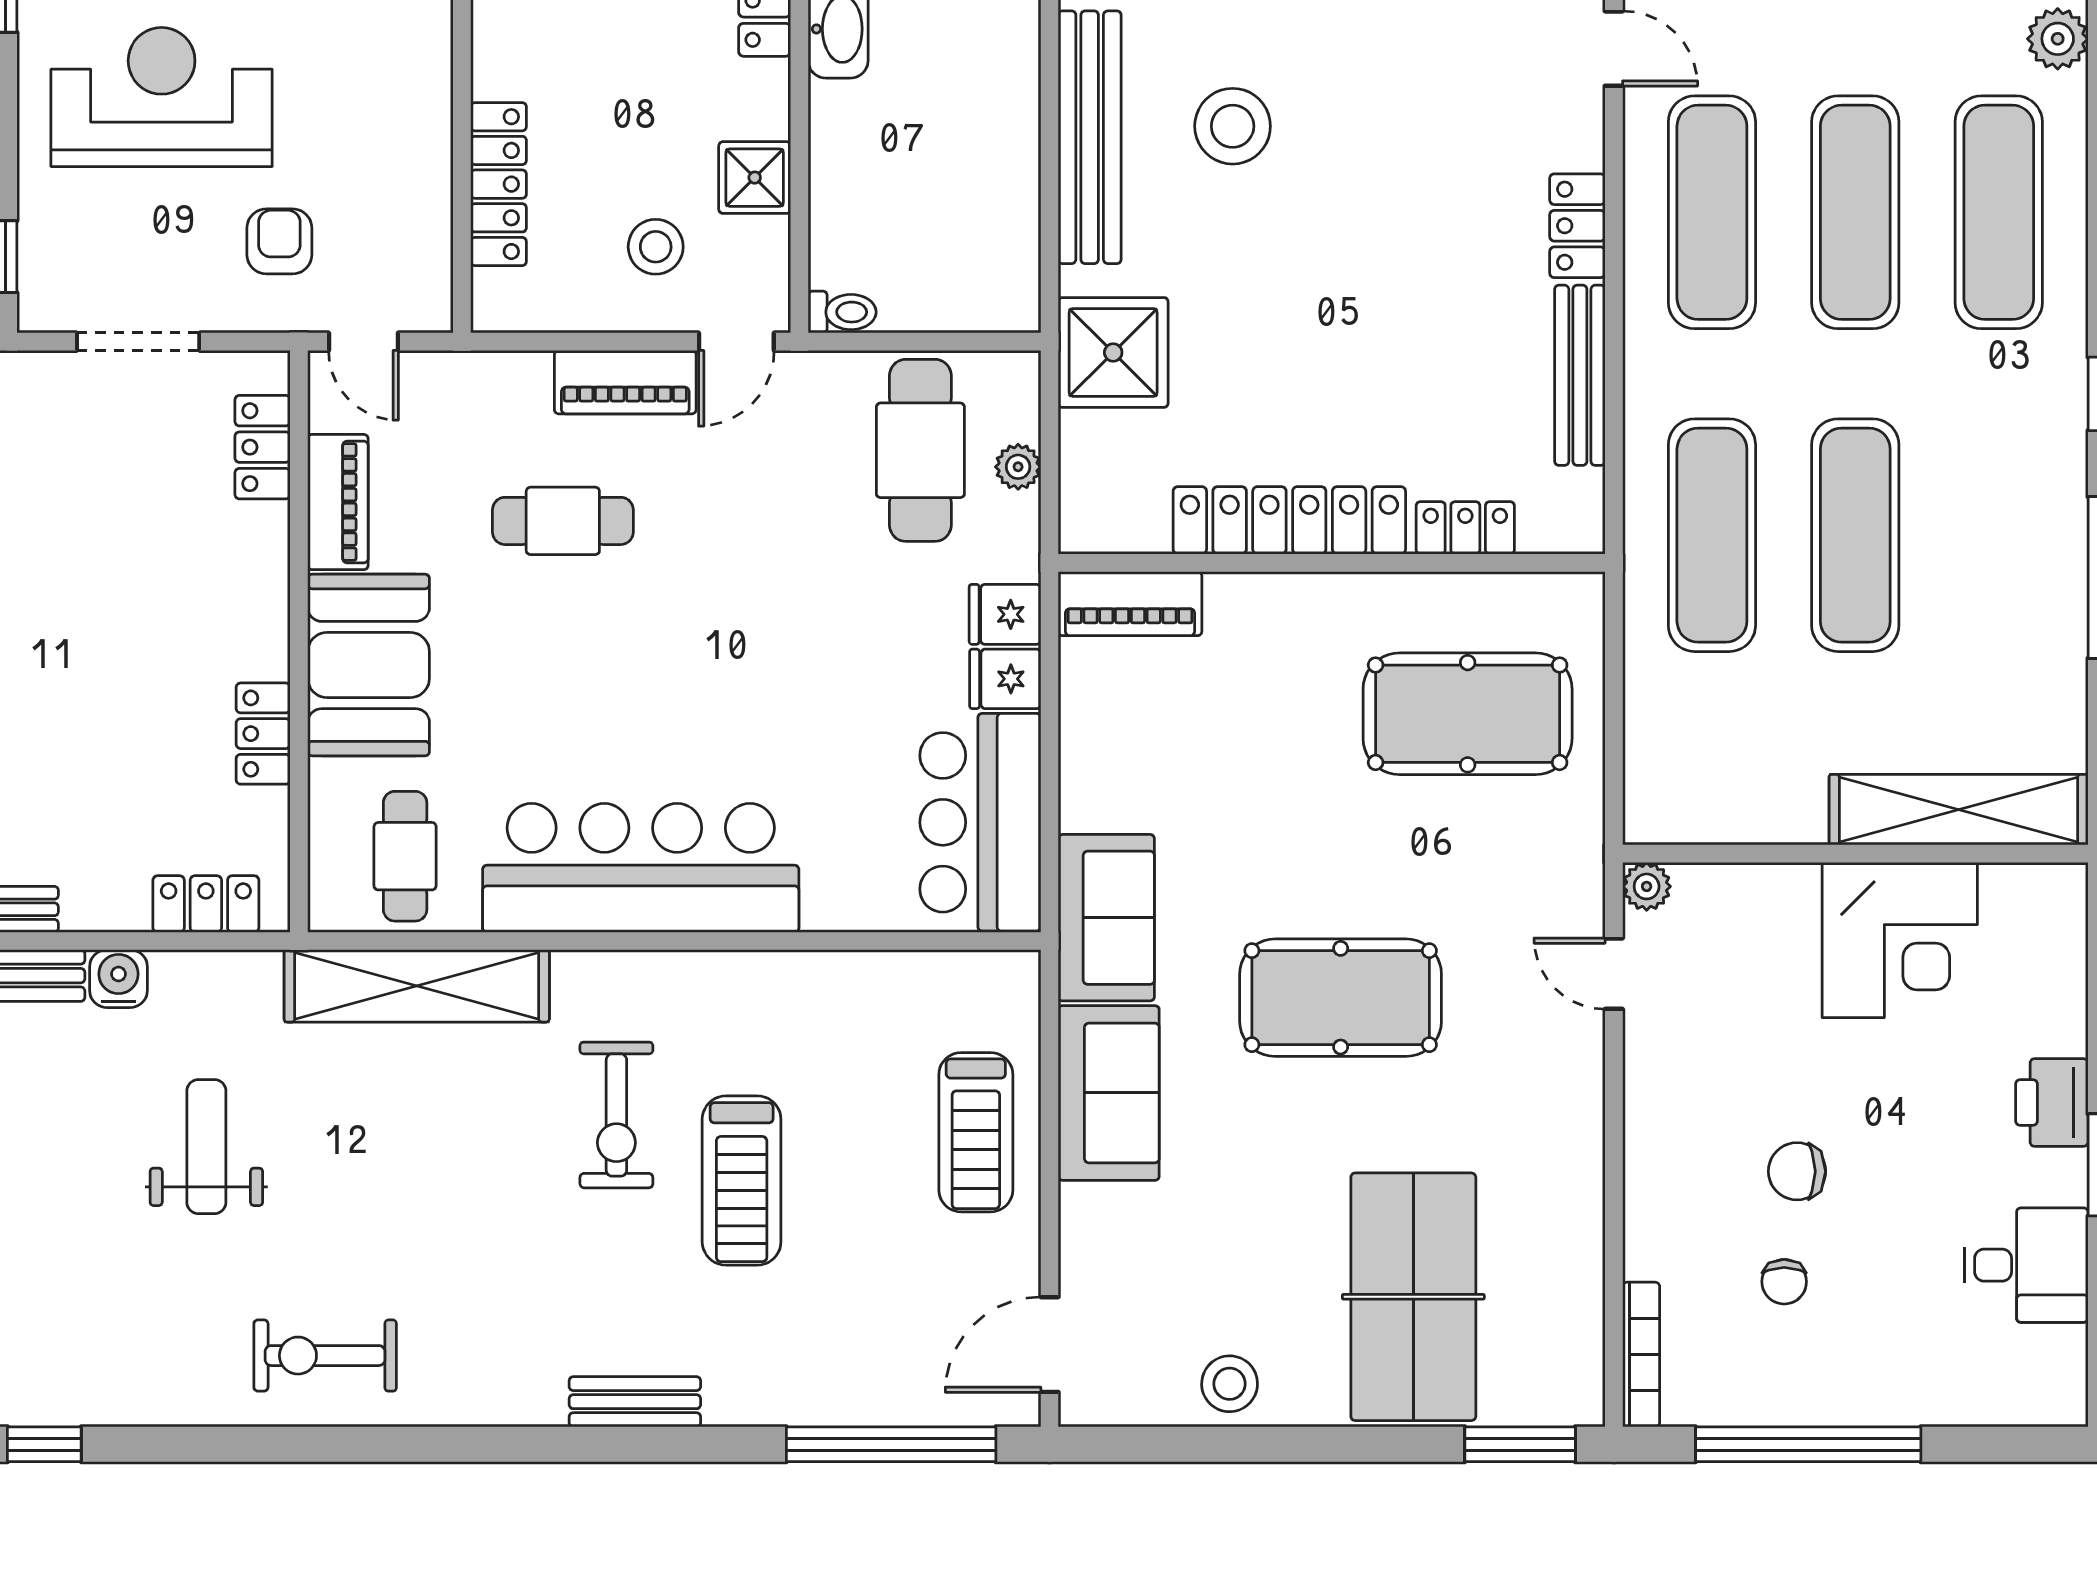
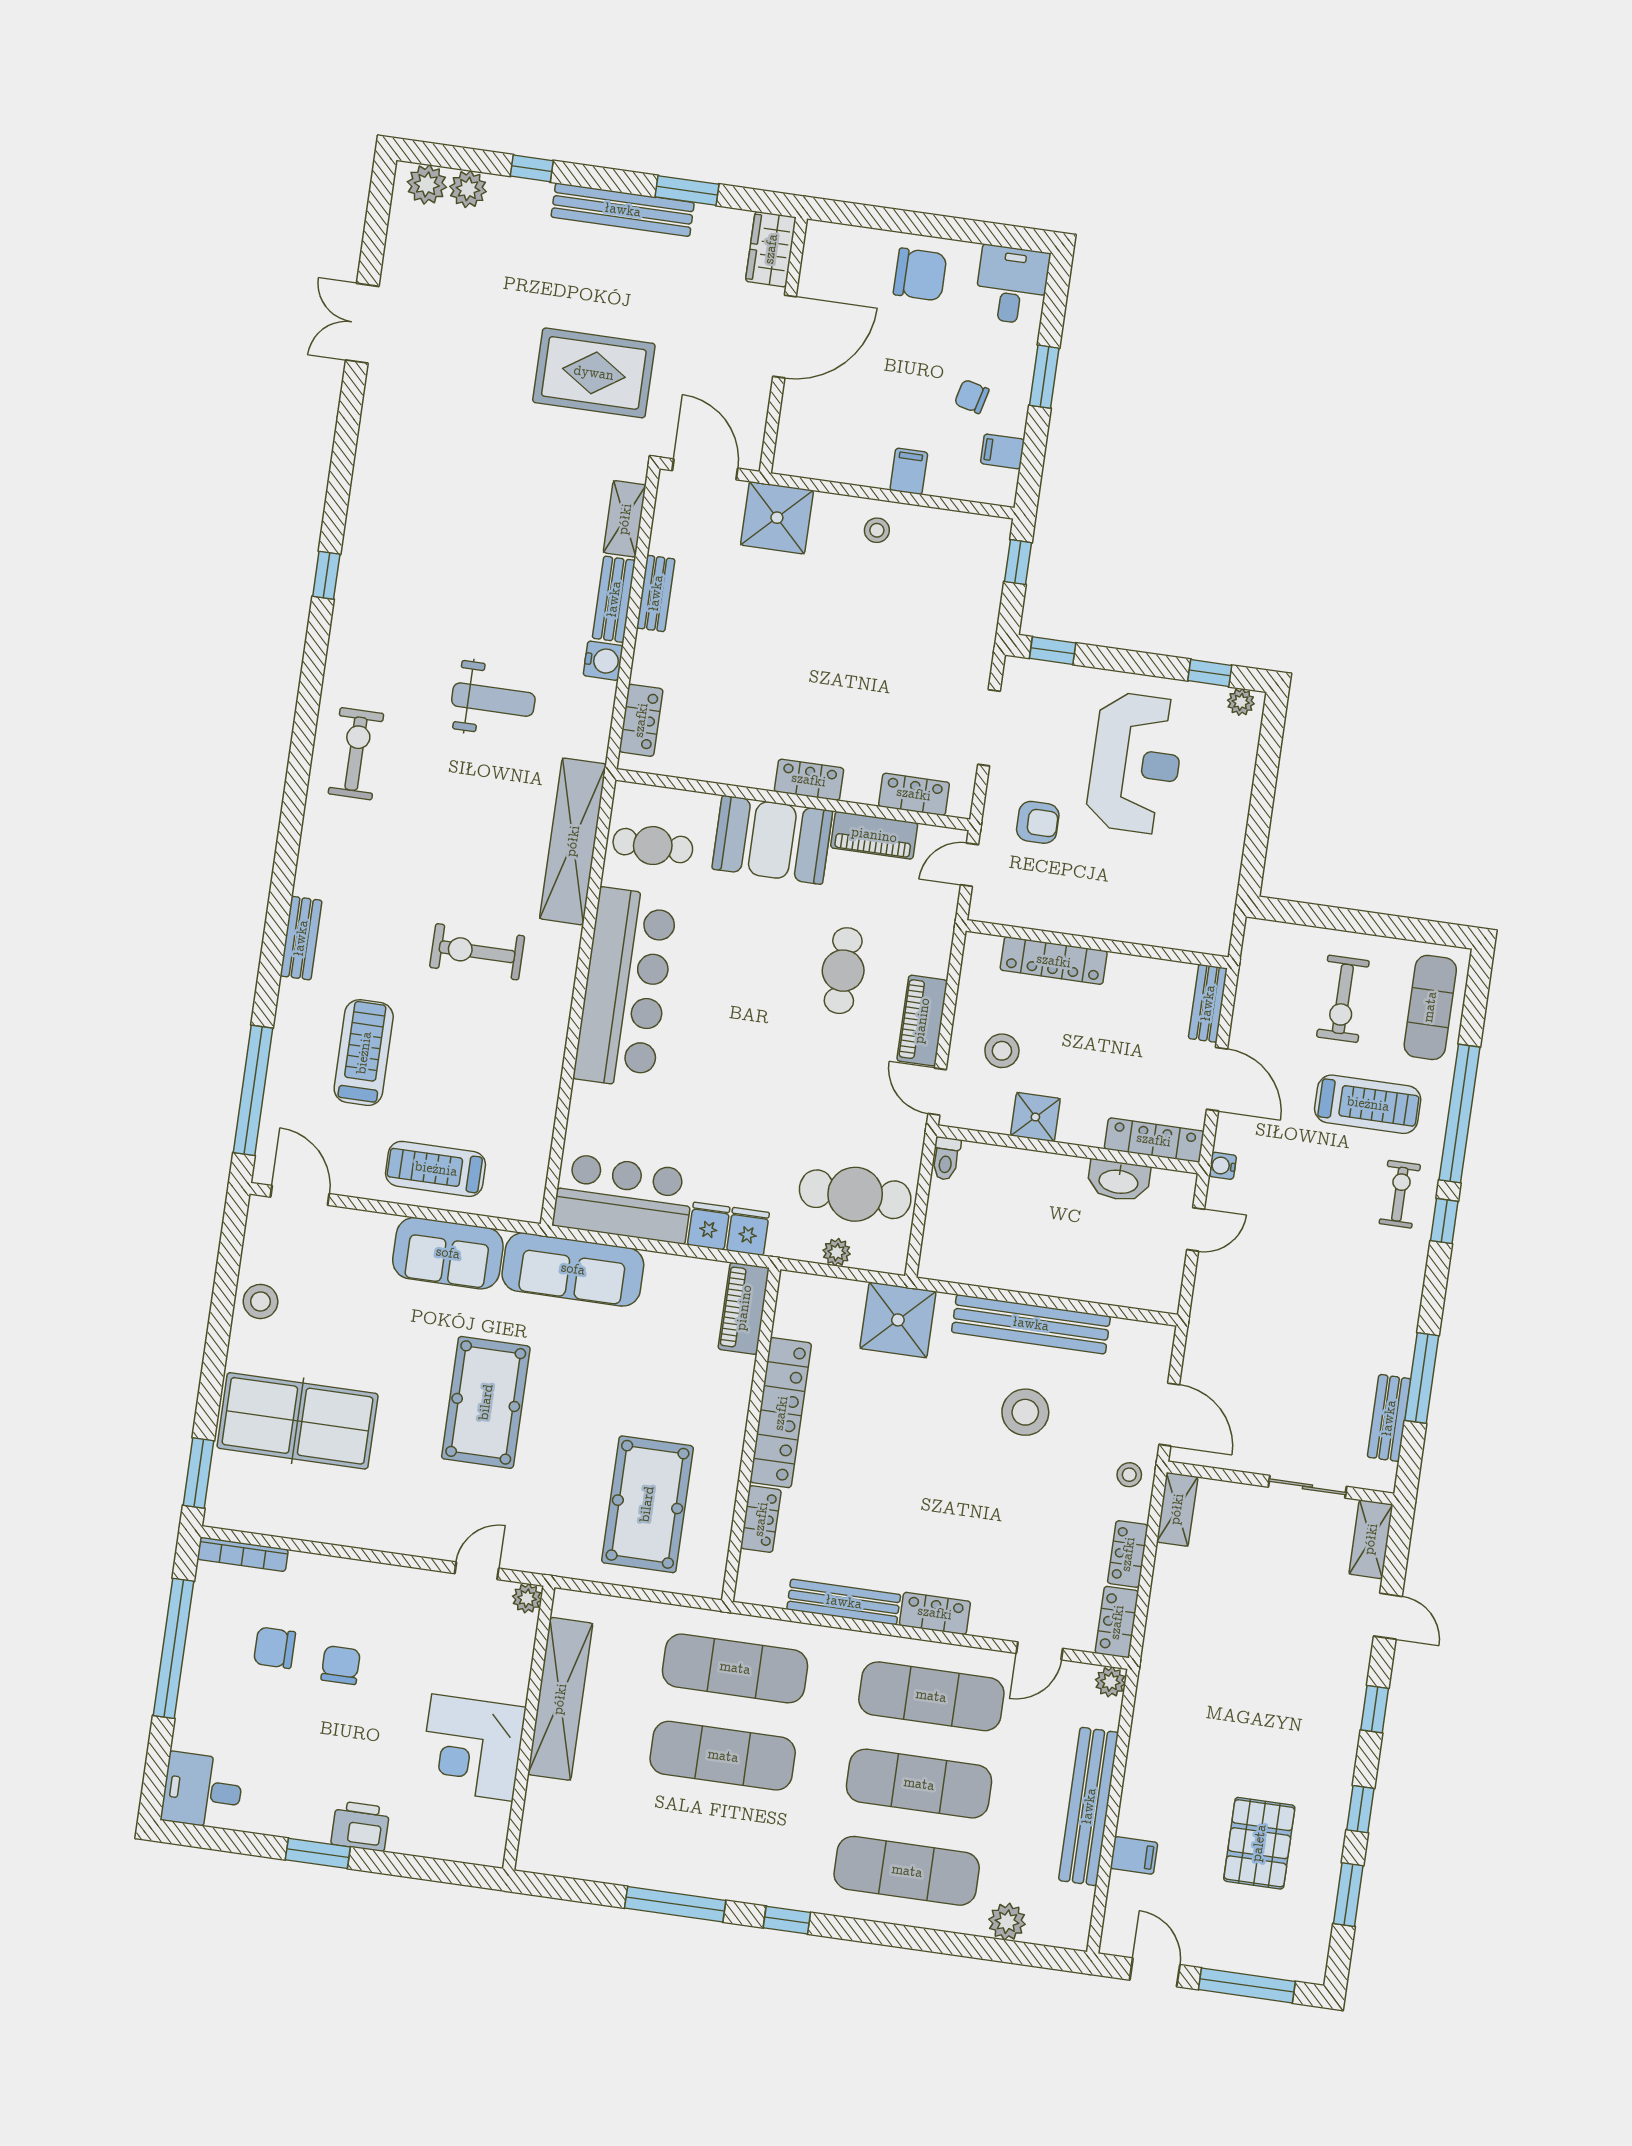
locker: (263, 734) -> (809, 780), moved
shelving: (1959, 810) -> (560, 1699), moved
sofa: (1106, 918) -> (573, 1269), width x1.36
treadmill: (742, 1180) -> (364, 1053), moved, turned 90
desk: (2026, 1265) -> (202, 1791), moved, turned 90
chair: (1784, 1282) -> (275, 1648), width x1.37, depth x1.37

